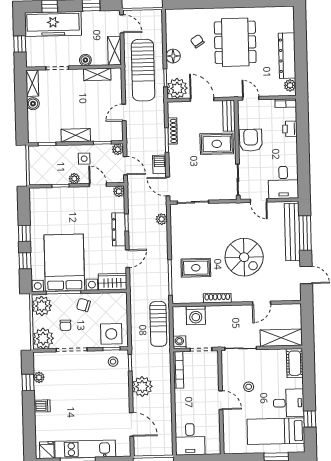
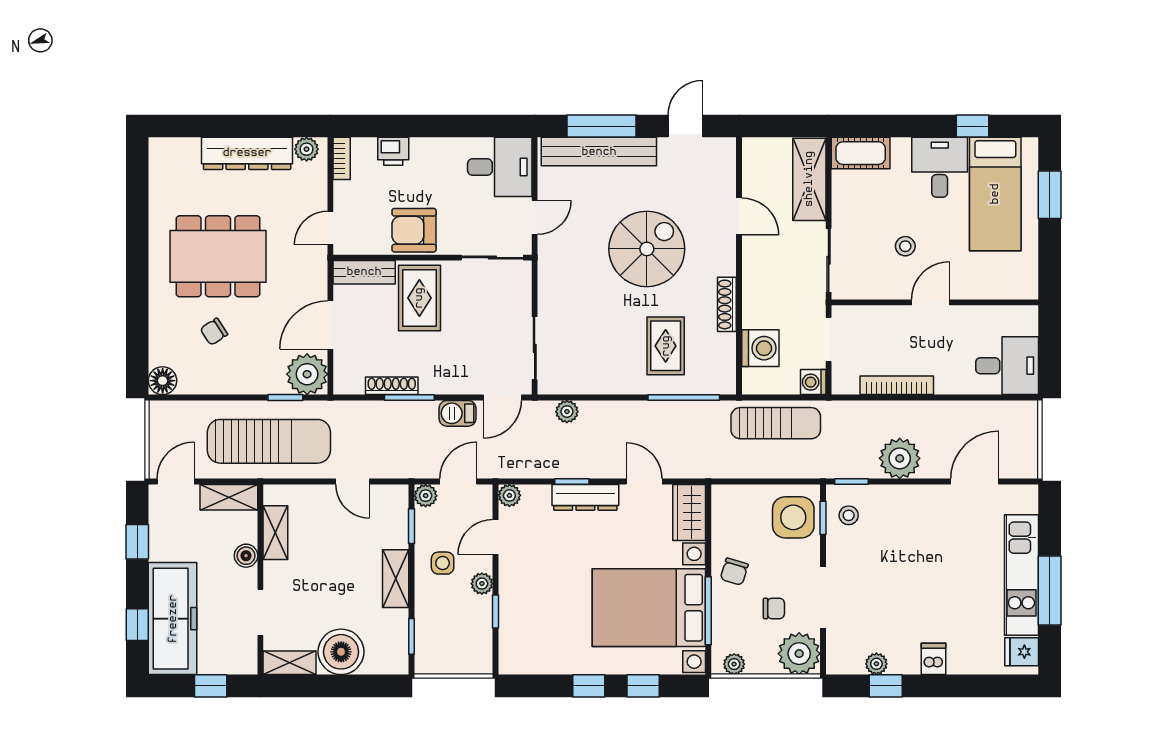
floor lamp: (173, 56) -> (163, 381), moved
boiler: (33, 104) -> (341, 652), width x1.86, depth x1.86
plant: (42, 306) -> (734, 664), width x0.53, depth x0.53
bookcase: (178, 370) -> (897, 385), moved

